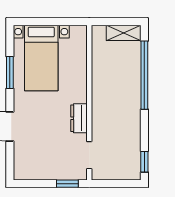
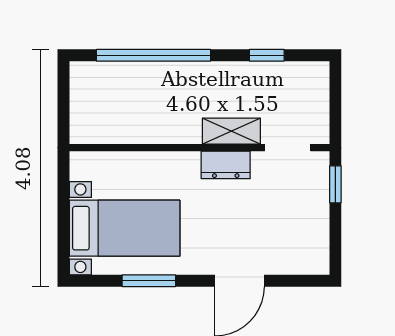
shelving: (124, 33) -> (231, 131), moved, turned 90
window: (144, 162) -> (267, 55), moved

